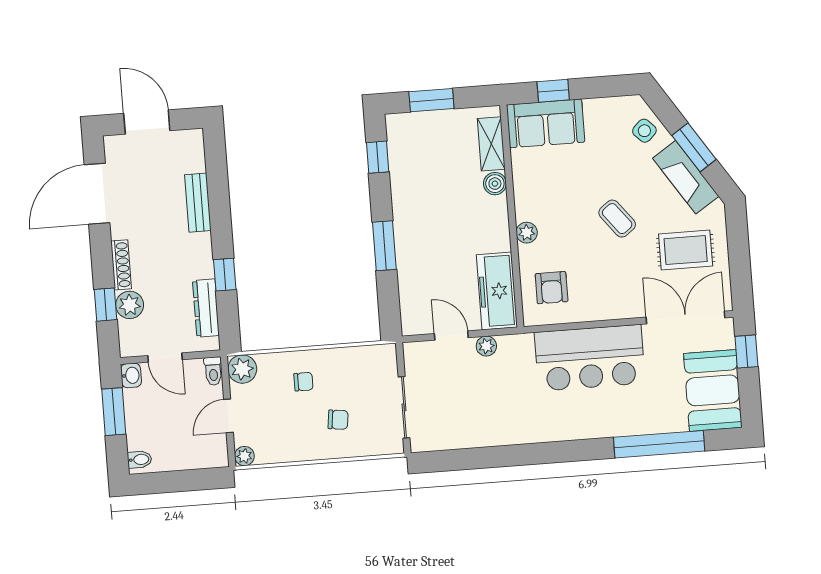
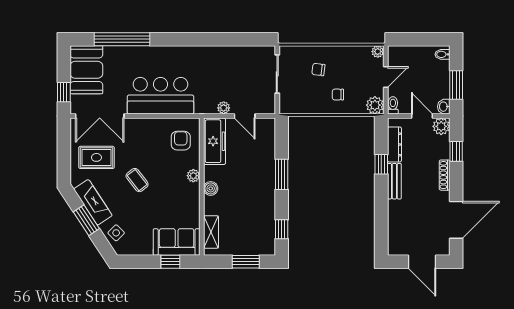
boiler: (495, 184) -> (211, 188), moved
bench: (198, 203) -> (394, 181), moved
plant: (130, 305) -> (441, 126), moved

